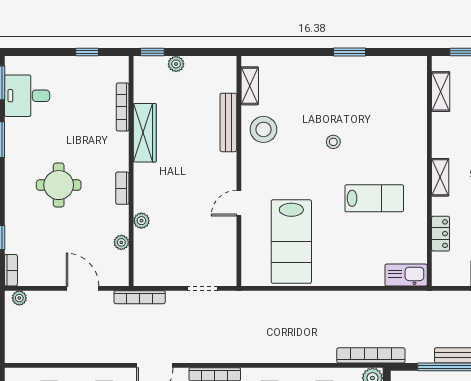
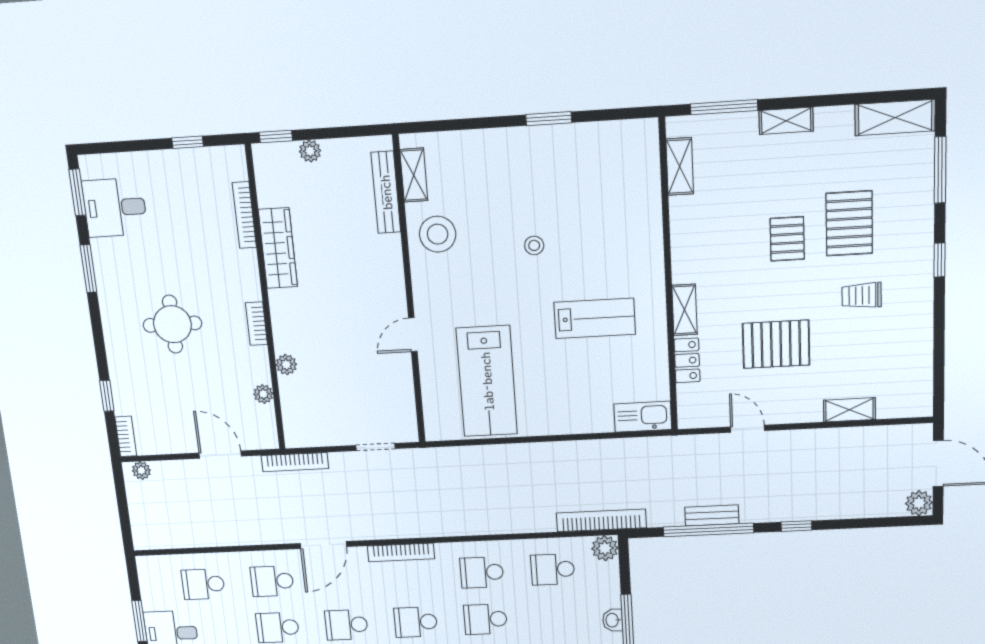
bench: (228, 122) -> (386, 192), moved
shelving: (440, 177) -> (685, 310), moved

